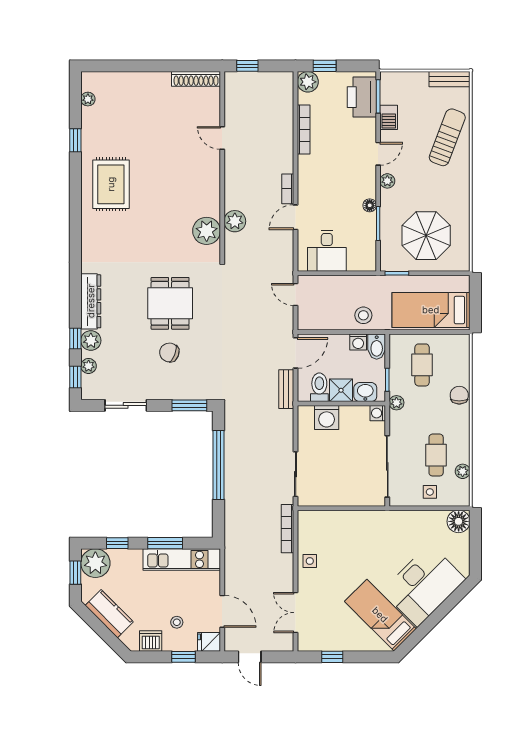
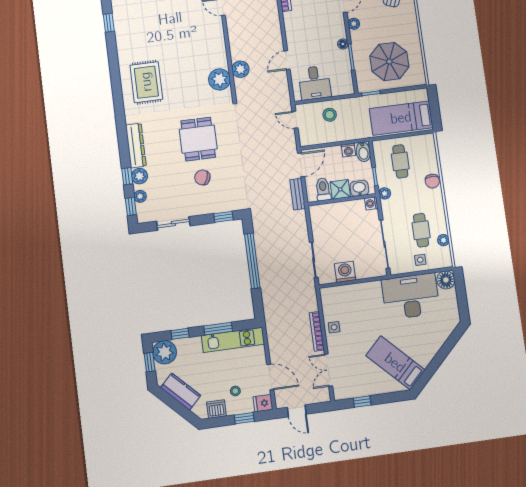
rug: (111, 184) -> (146, 82), moved
bookcase: (288, 189) -> (278, 39), removed
stool: (363, 315) -> (330, 115), moved
chair: (459, 395) -> (432, 181), turned 180
window: (189, 405) -> (223, 217), width x0.67
washing machine: (327, 417) -> (345, 272), moved, turned 180
bookcase: (288, 529) -> (317, 331), moved
desk: (424, 585) -> (411, 296), moved, turned -135

